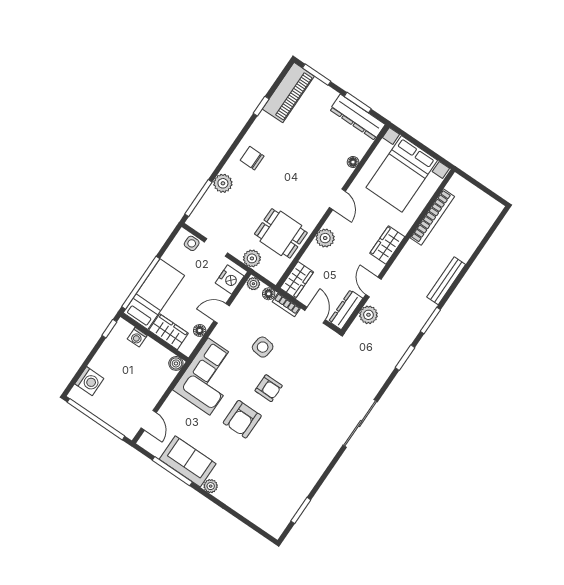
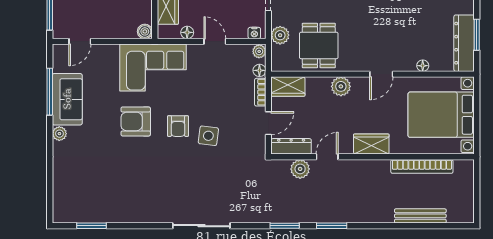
nightstand: (230, 279) -> (254, 33), width x0.53, depth x0.56
bench: (446, 281) -> (420, 216), moved
side table: (263, 347) -> (208, 136), moved

